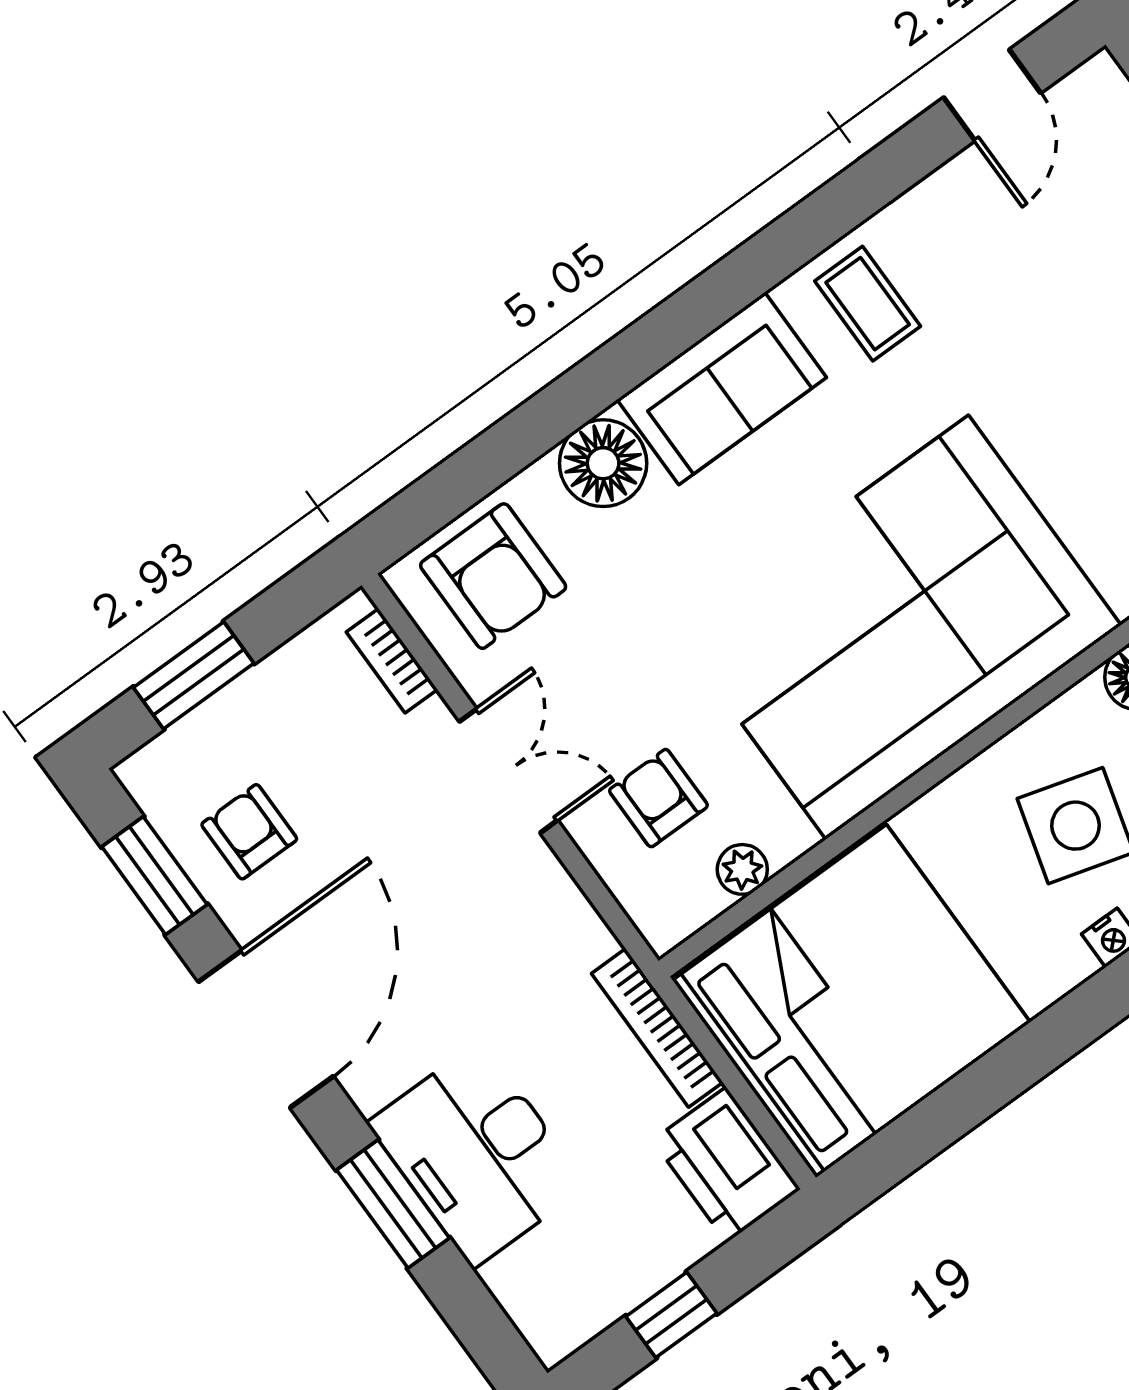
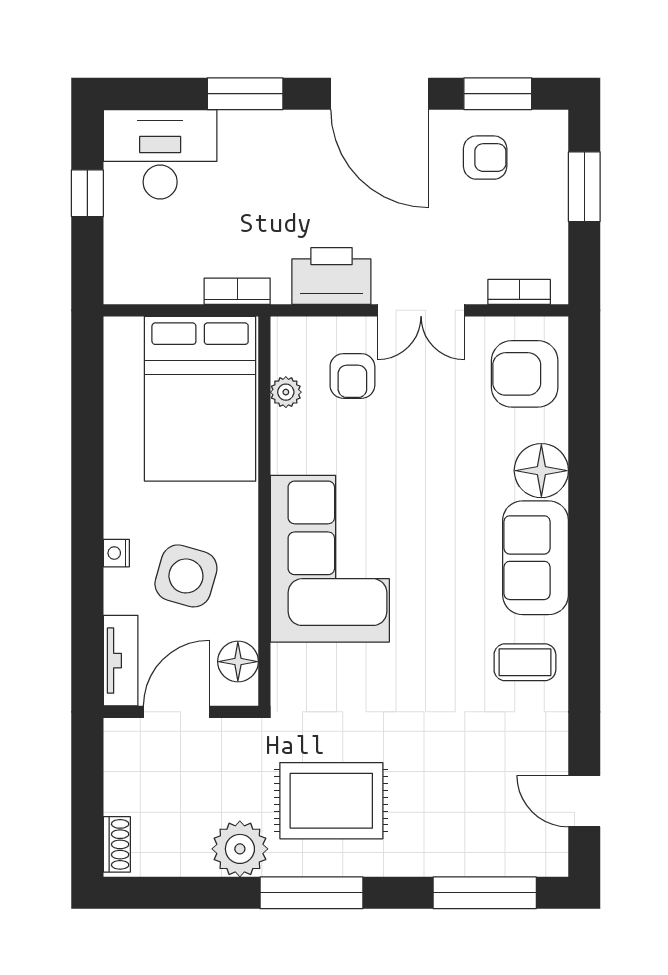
corner sofa: (897, 627) -> (330, 559), width x0.73, depth x0.74
armchair: (658, 798) -> (352, 376), turned 90
bed: (851, 1001) -> (200, 399), width x0.73
bookcase: (657, 1028) -> (237, 291), width x0.64
desk: (477, 1154) -> (160, 154), moved
printer: (726, 1165) -> (331, 276), moved

